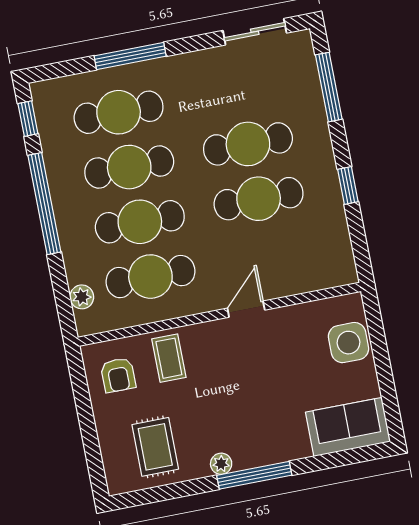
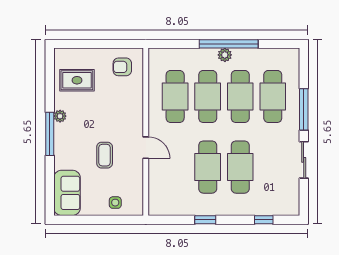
sliding door: (255, 32) -> (304, 160), moved
window: (329, 87) -> (264, 220), width x0.46
window: (28, 119) -> (279, 44), removed
plant: (82, 297) -> (225, 55), moved
side table: (348, 343) -> (115, 203), width x0.54, depth x0.54
coffee table: (169, 358) -> (105, 155), moved, turned 90

